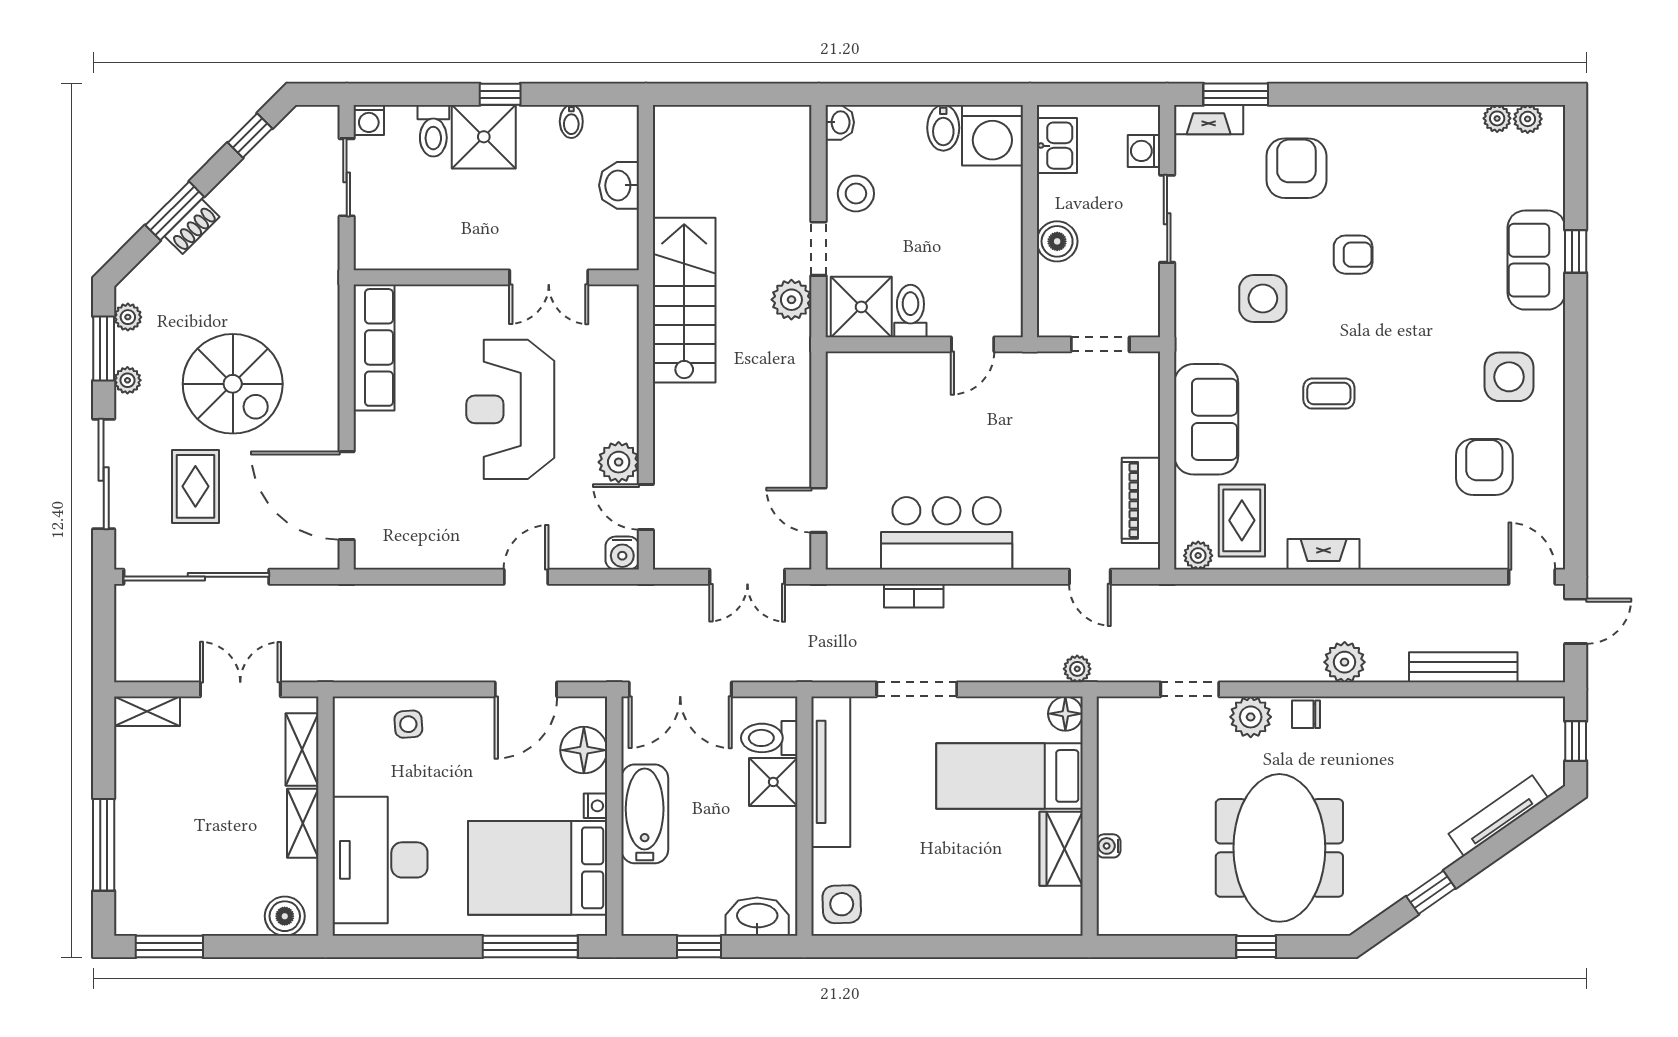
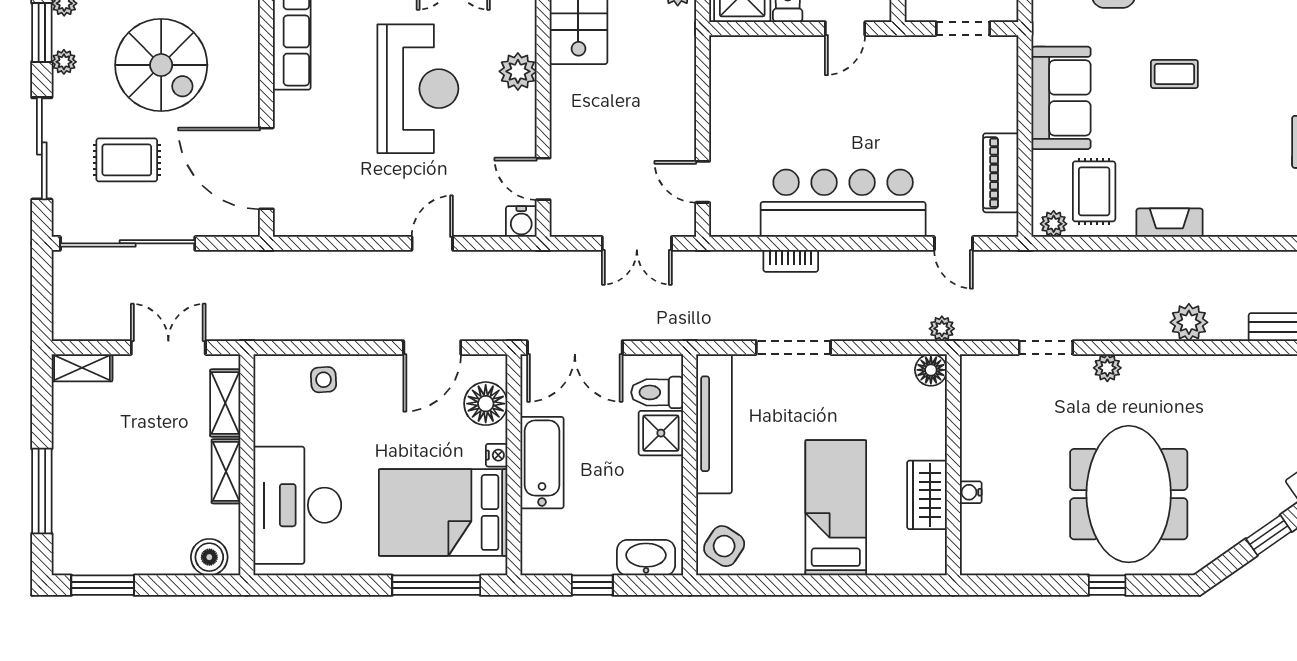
reception desk: (510, 409) -> (418, 89), turned 180
plant: (619, 462) -> (518, 71), moved
rug: (195, 486) -> (127, 160), turned 90
bar counter: (947, 533) -> (843, 203), width x1.36
chair: (1306, 714) -> (1153, 371), removed
plant: (1251, 717) -> (1107, 368), width x0.73, depth x0.73
bed: (1009, 776) -> (836, 508), moved, turned 90
side table: (842, 904) -> (724, 546), turned 35

